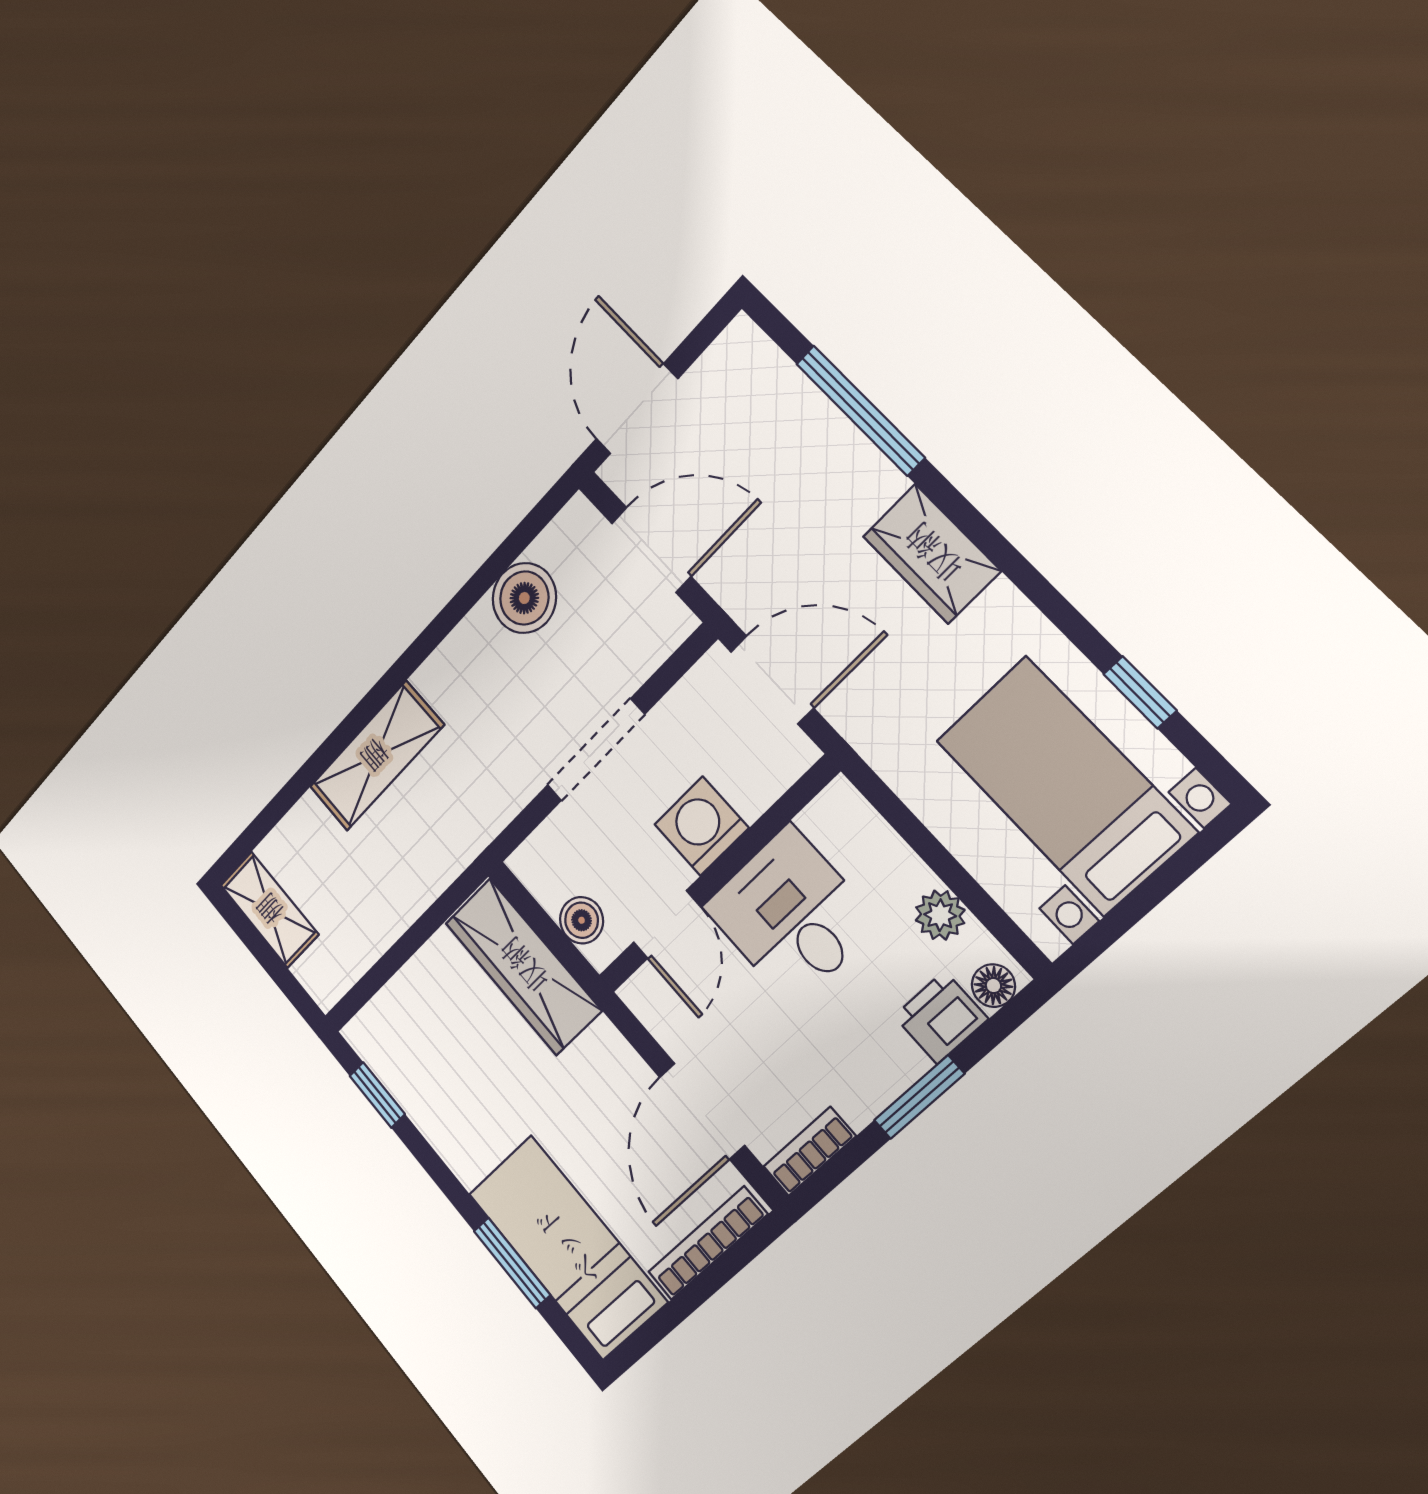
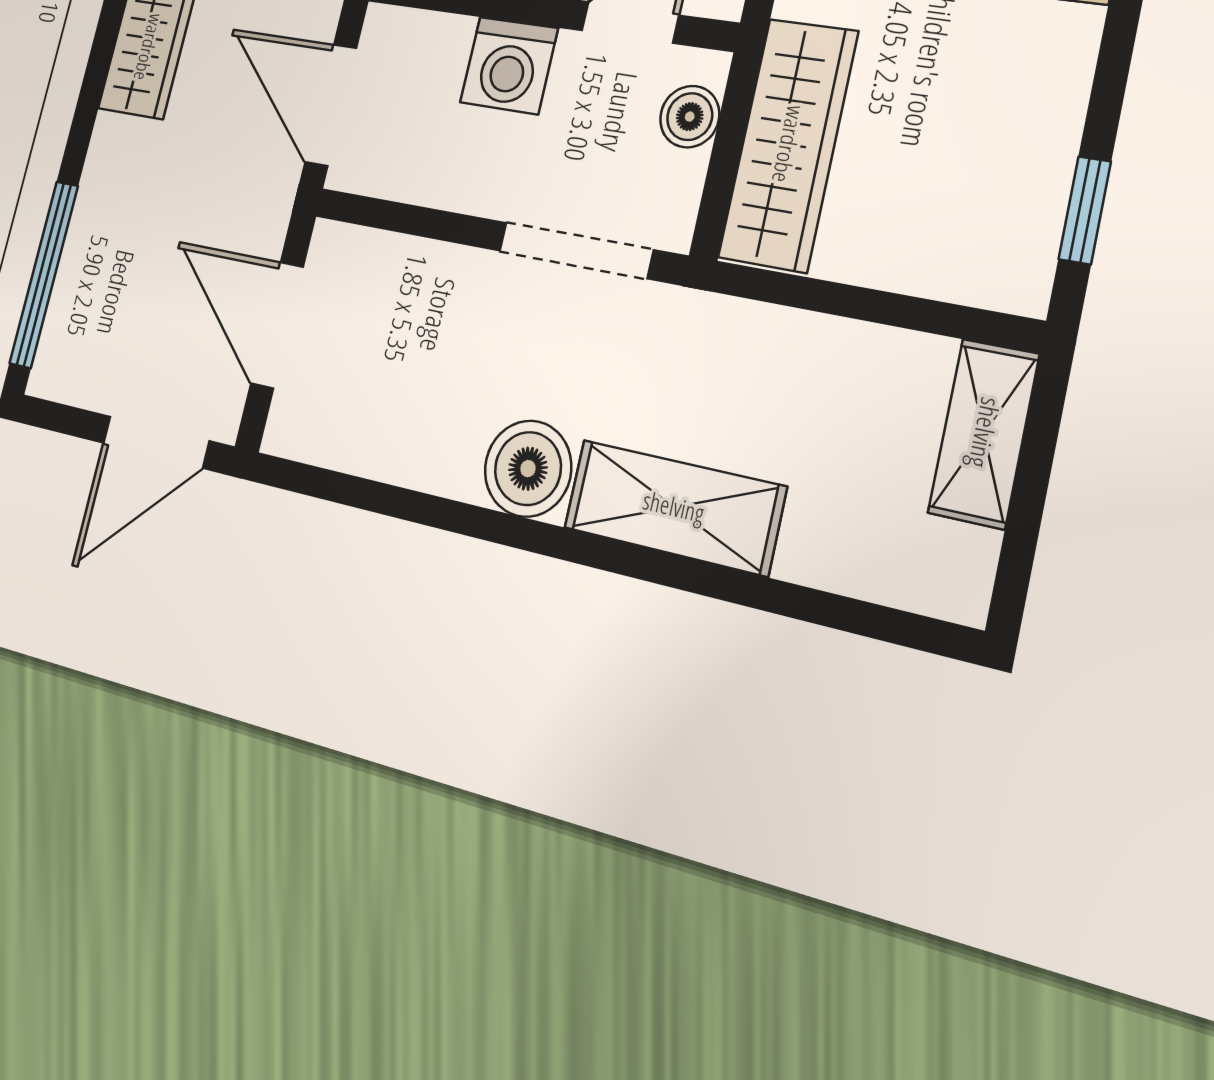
window: (860, 410) -> (44, 274), moved
boiler: (524, 598) -> (528, 469), moved
doorway: (596, 750) -> (575, 250), moved
shelving: (269, 910) -> (984, 433), moved

